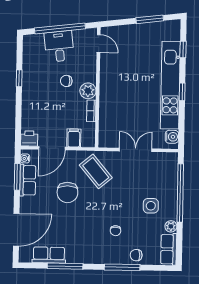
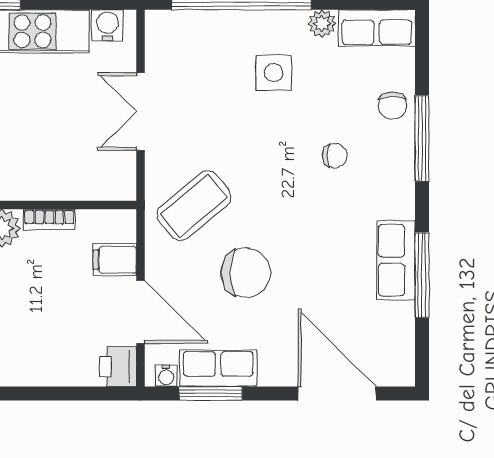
row of seats: (49, 255) -> (396, 260), moved

